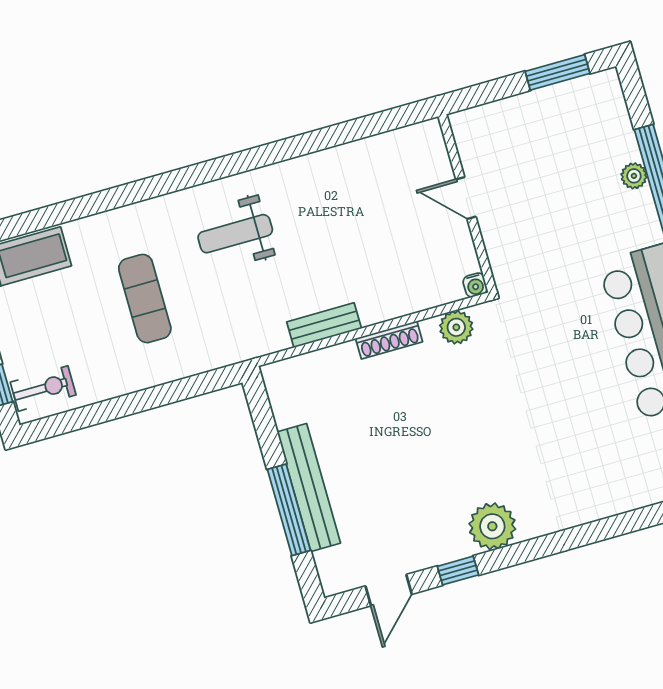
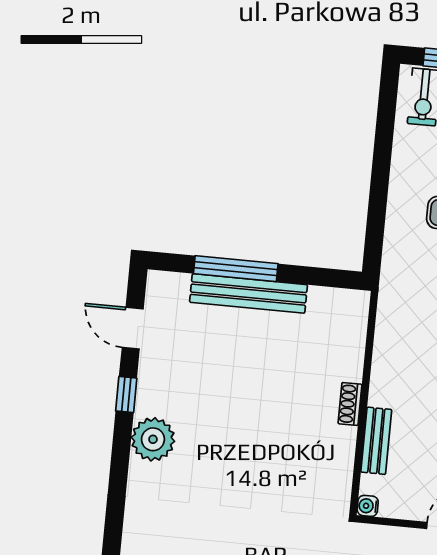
bench: (324, 325) -> (376, 441), moved
plant: (456, 327) -> (337, 475), removed
shoe rack: (389, 340) -> (350, 404), width x0.70

